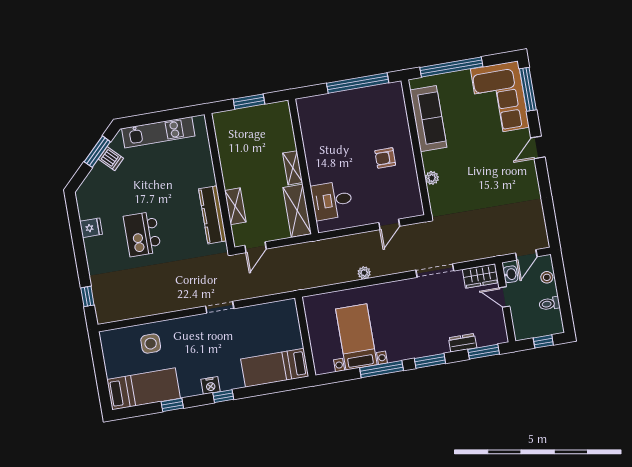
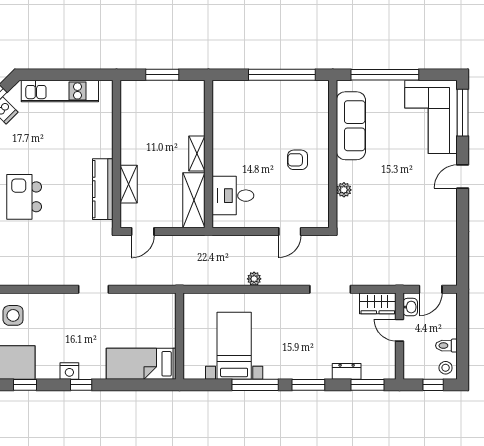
stool: (547, 277) -> (446, 368), moved

